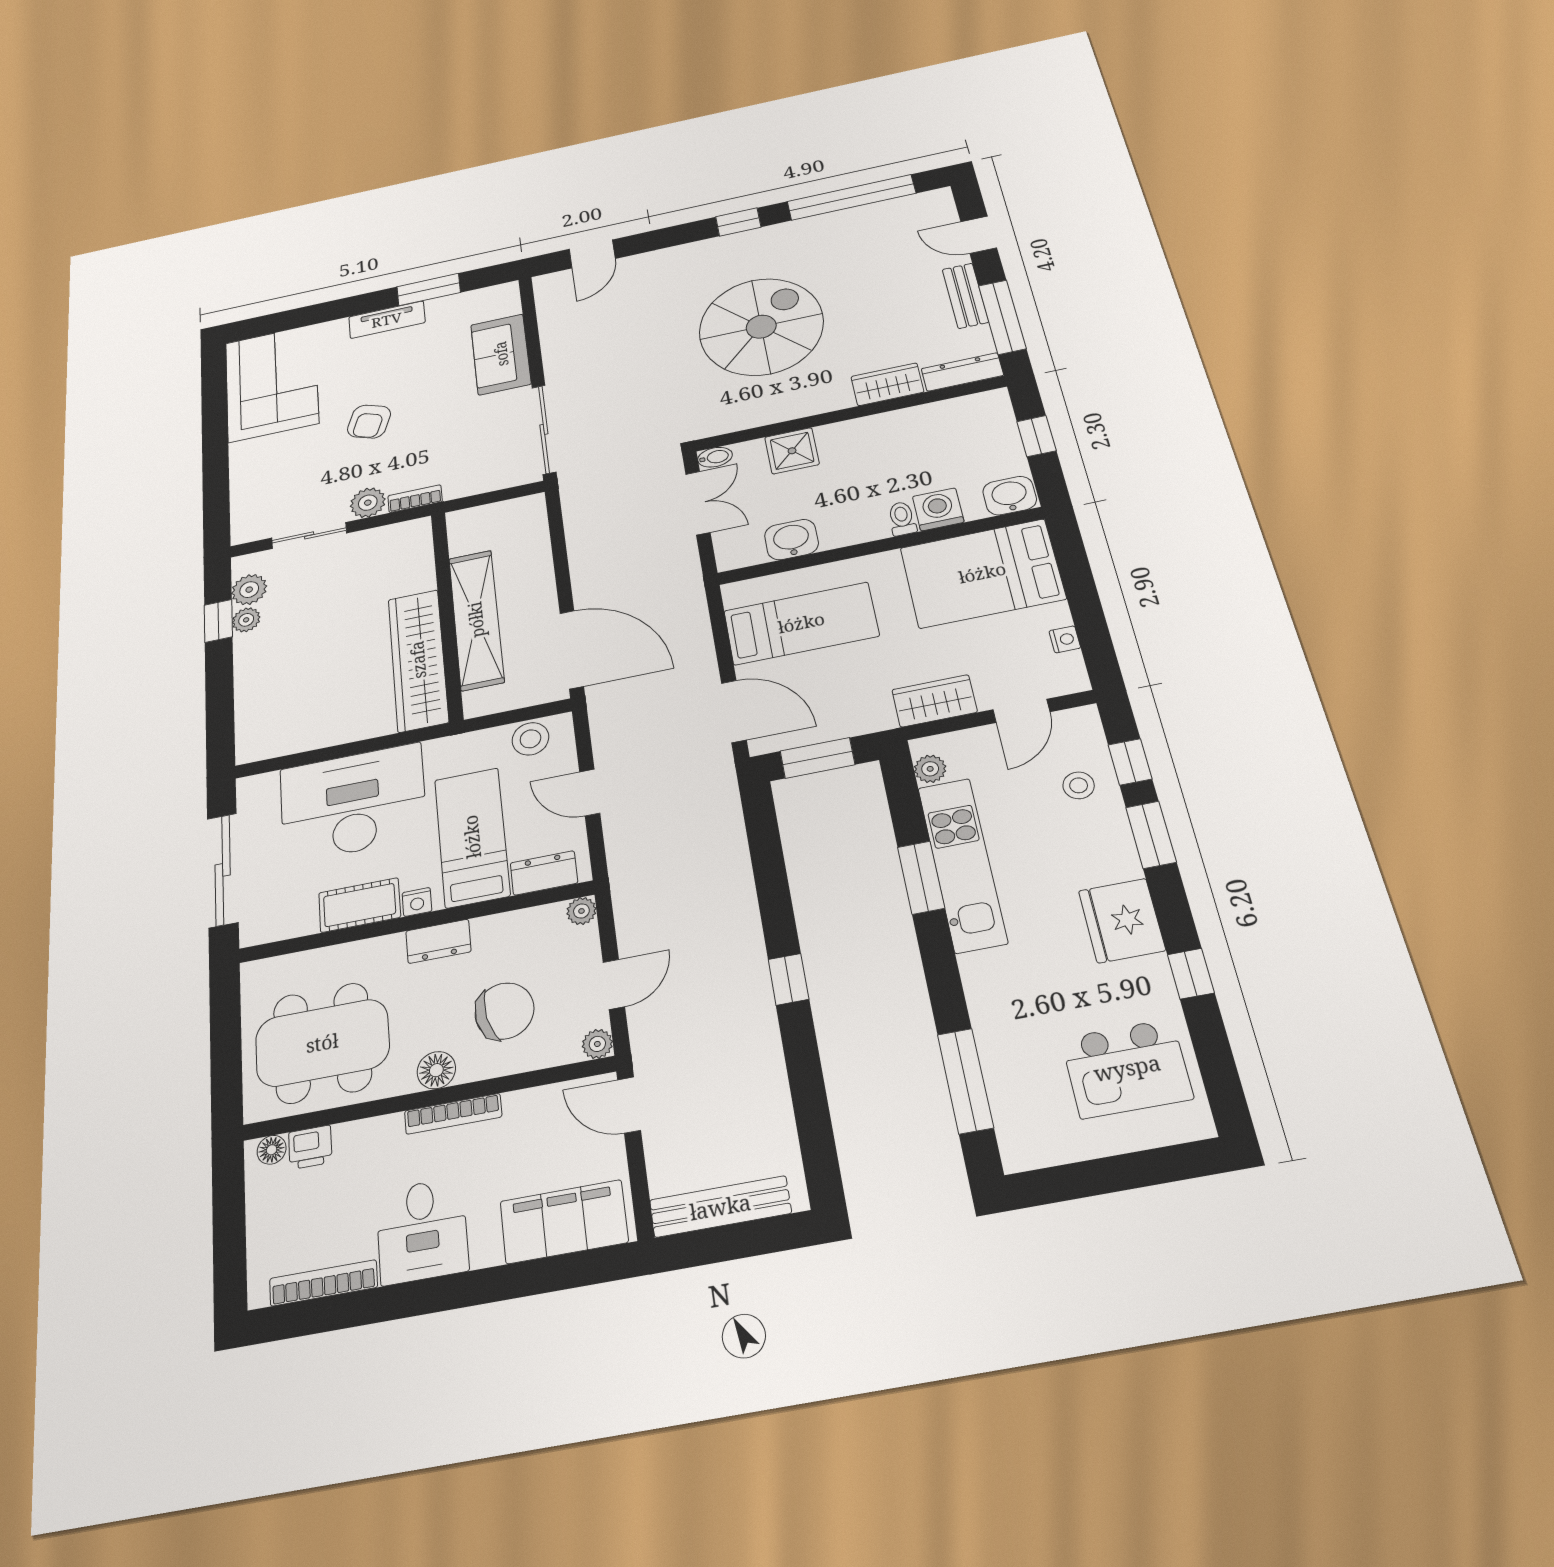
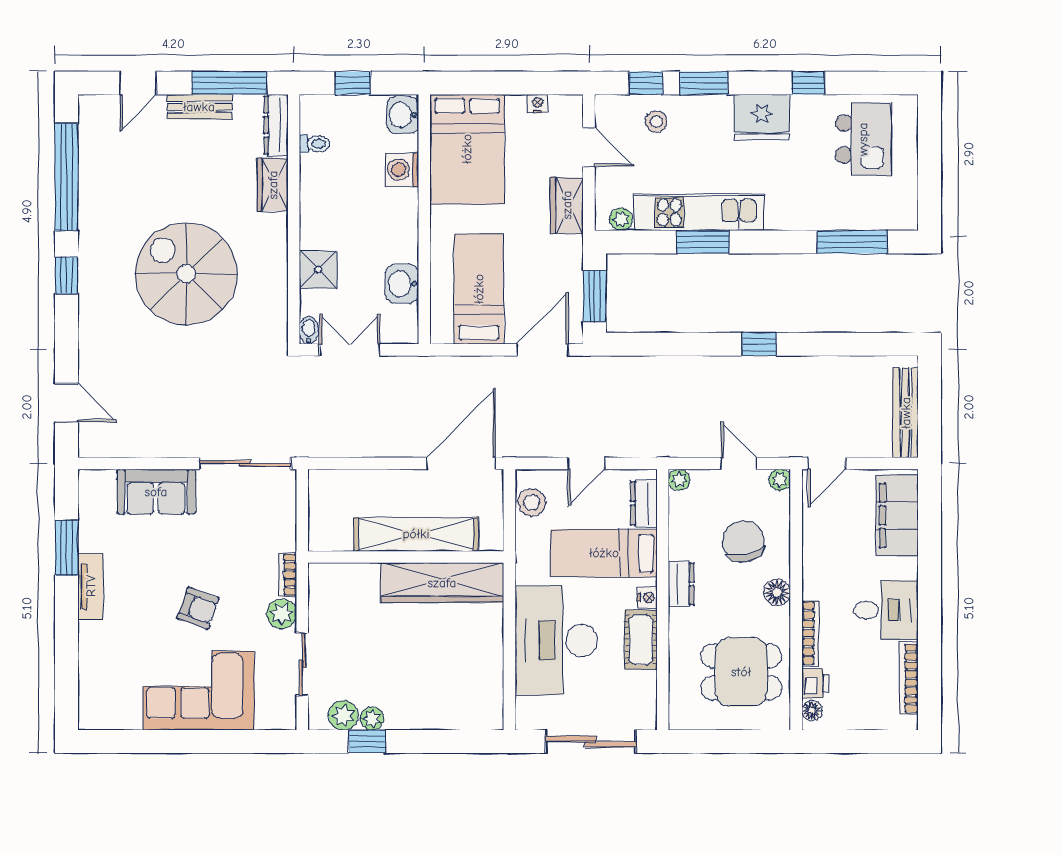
corner sofa: (272, 383) -> (199, 691), moved
toilet: (902, 519) -> (314, 144), moved, turned 180
dining table: (322, 1043) -> (741, 672), width x0.73
bookcase: (453, 1114) -> (810, 633), moved

